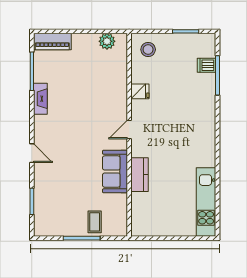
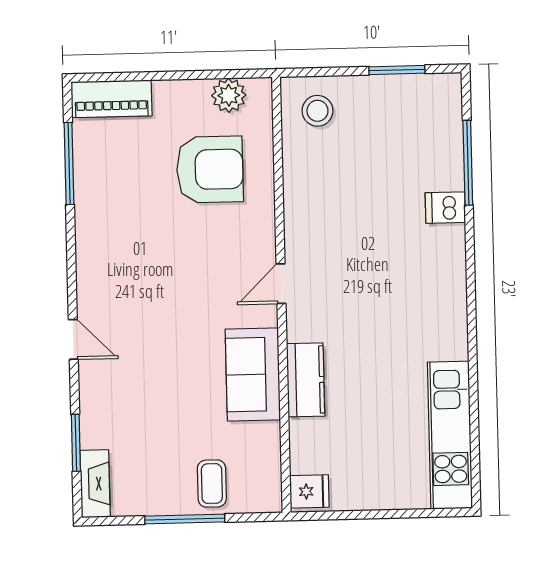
dishwasher: (207, 65) -> (445, 208), moved
armchair: (97, 76) -> (210, 169), added
fridge: (140, 91) -> (309, 491), moved
fireplace: (40, 99) -> (95, 484), moved

